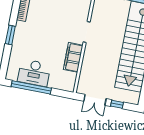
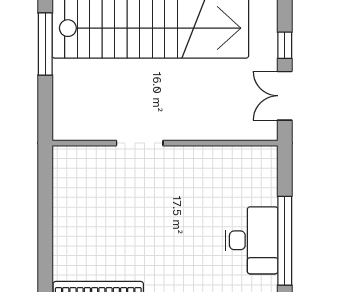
filing cabinet: (73, 57) -> (201, 162), removed
double door: (95, 100) -> (285, 96), swing flipped

